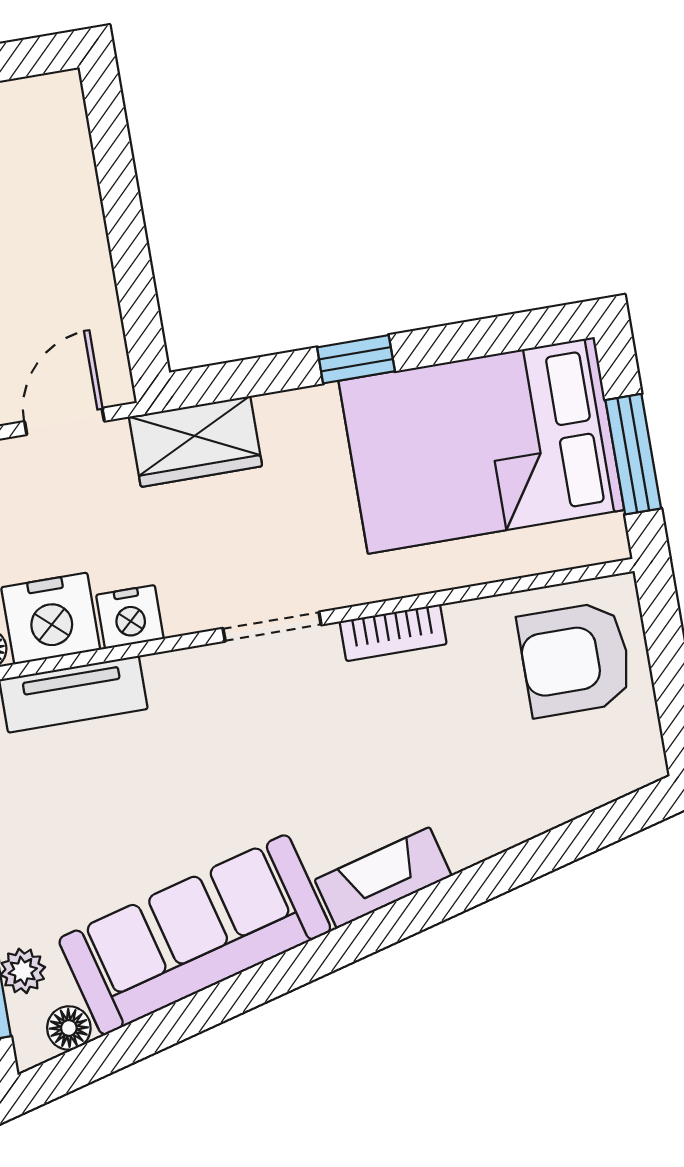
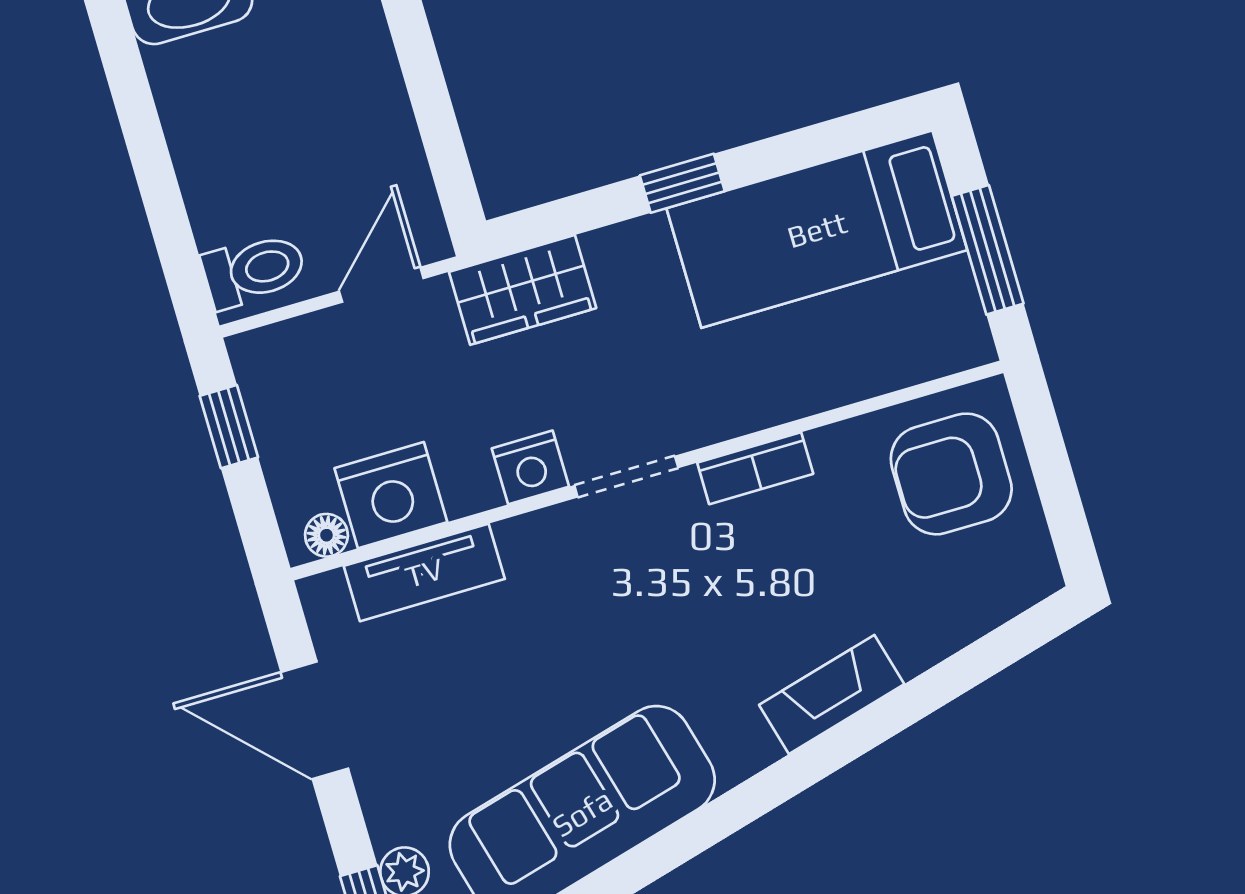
bed: (481, 445) -> (817, 229), width x0.67
nightstand: (130, 617) -> (530, 467), moved
fireplace: (383, 878) -> (832, 694), moved

